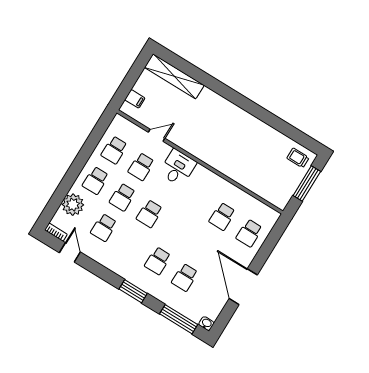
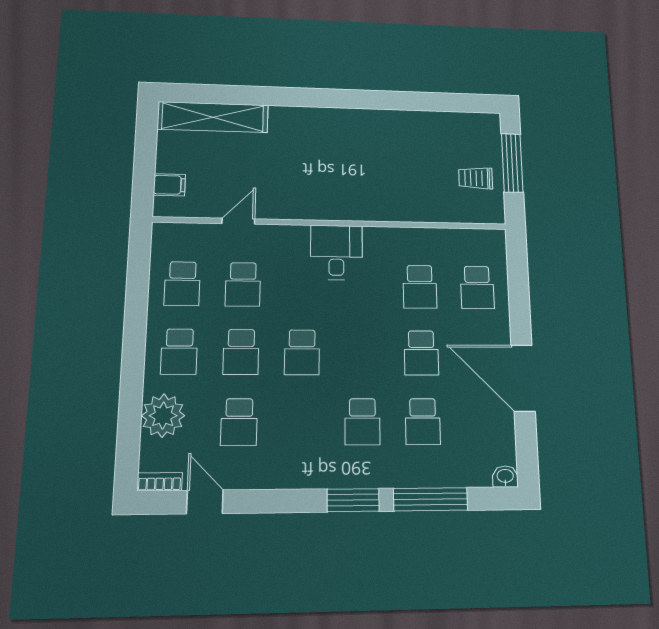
trolley: (298, 158) -> (476, 178), moved
desk: (178, 168) -> (336, 253), moved
school desk: (203, 247) -> (421, 353), added
window: (179, 319) -> (431, 499), moved

